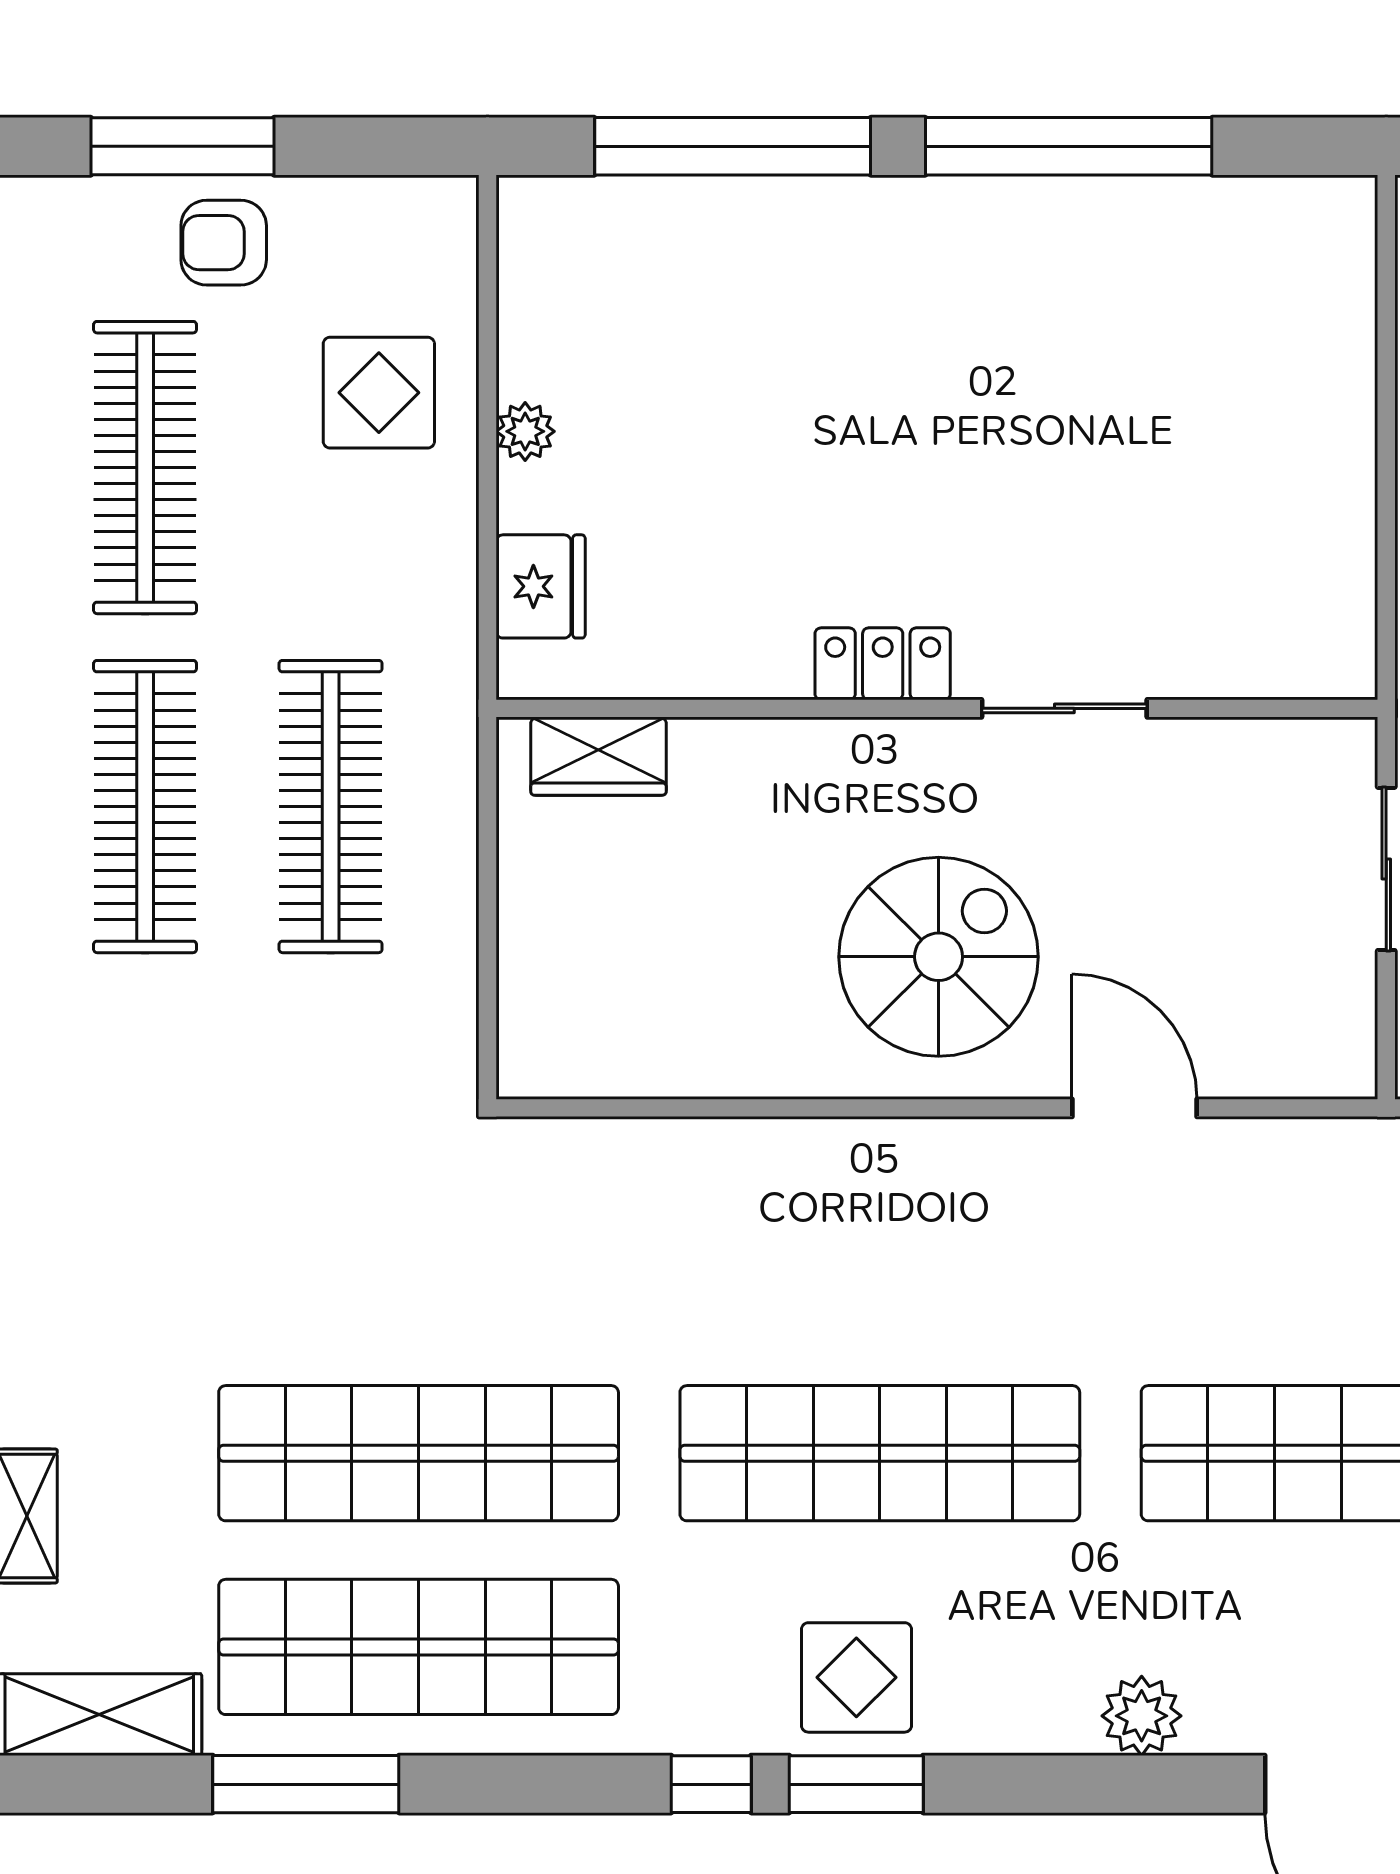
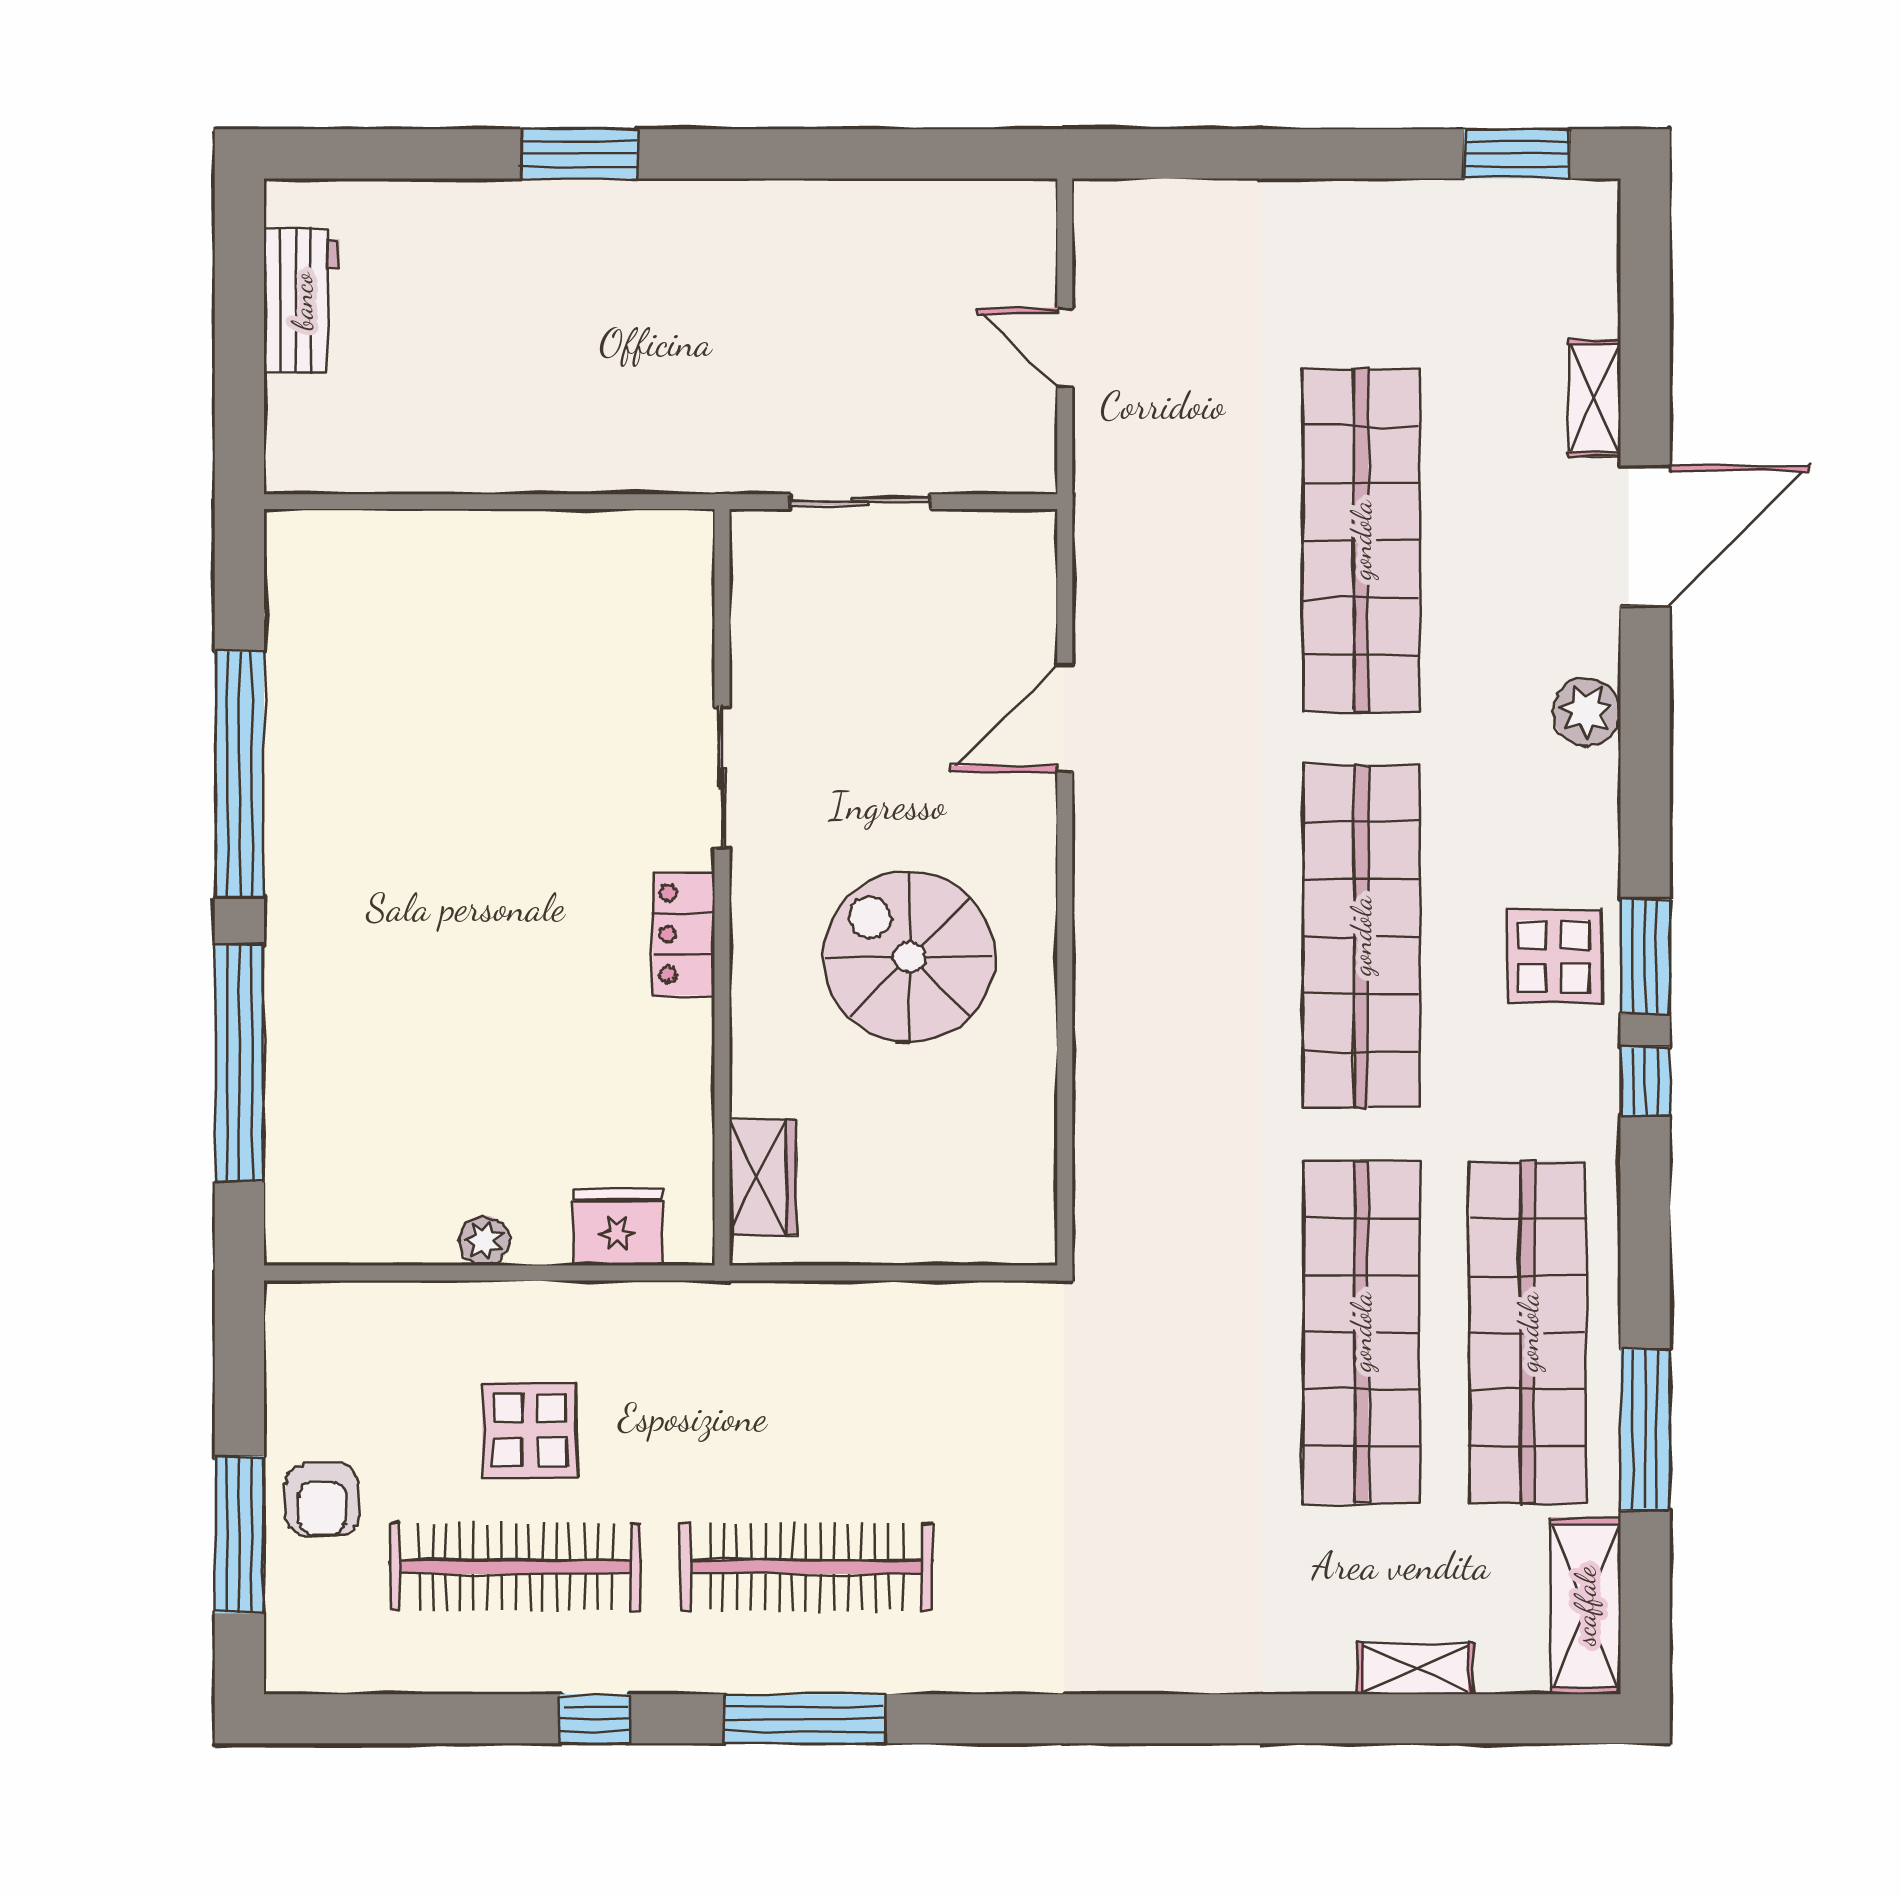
display table: (379, 393) -> (530, 1430), moved
clothes rail: (331, 807) -> (806, 1408), removed
spiral stairs: (939, 957) -> (909, 957), moved

